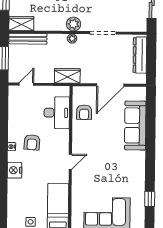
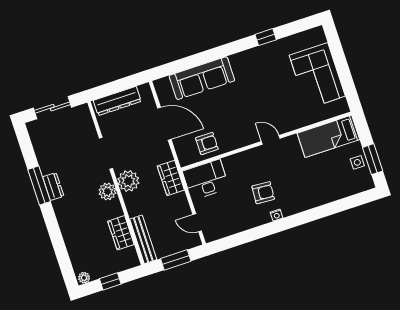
wardrobe: (21, 23) -> (121, 233), moved
plant: (72, 39) -> (128, 181), width x1.88, depth x1.88
desk: (57, 113) -> (206, 180), moved
nightstand: (15, 170) -> (303, 202), removed
window: (150, 199) -> (266, 37), moved

